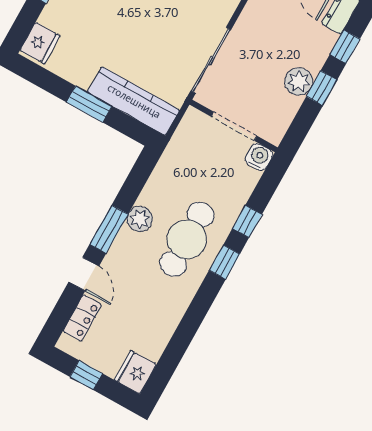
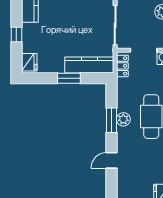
window: (109, 229) -> (111, 120), moved
door: (84, 274) -> (111, 160), swing flipped
locker: (82, 318) -> (122, 66), moved

